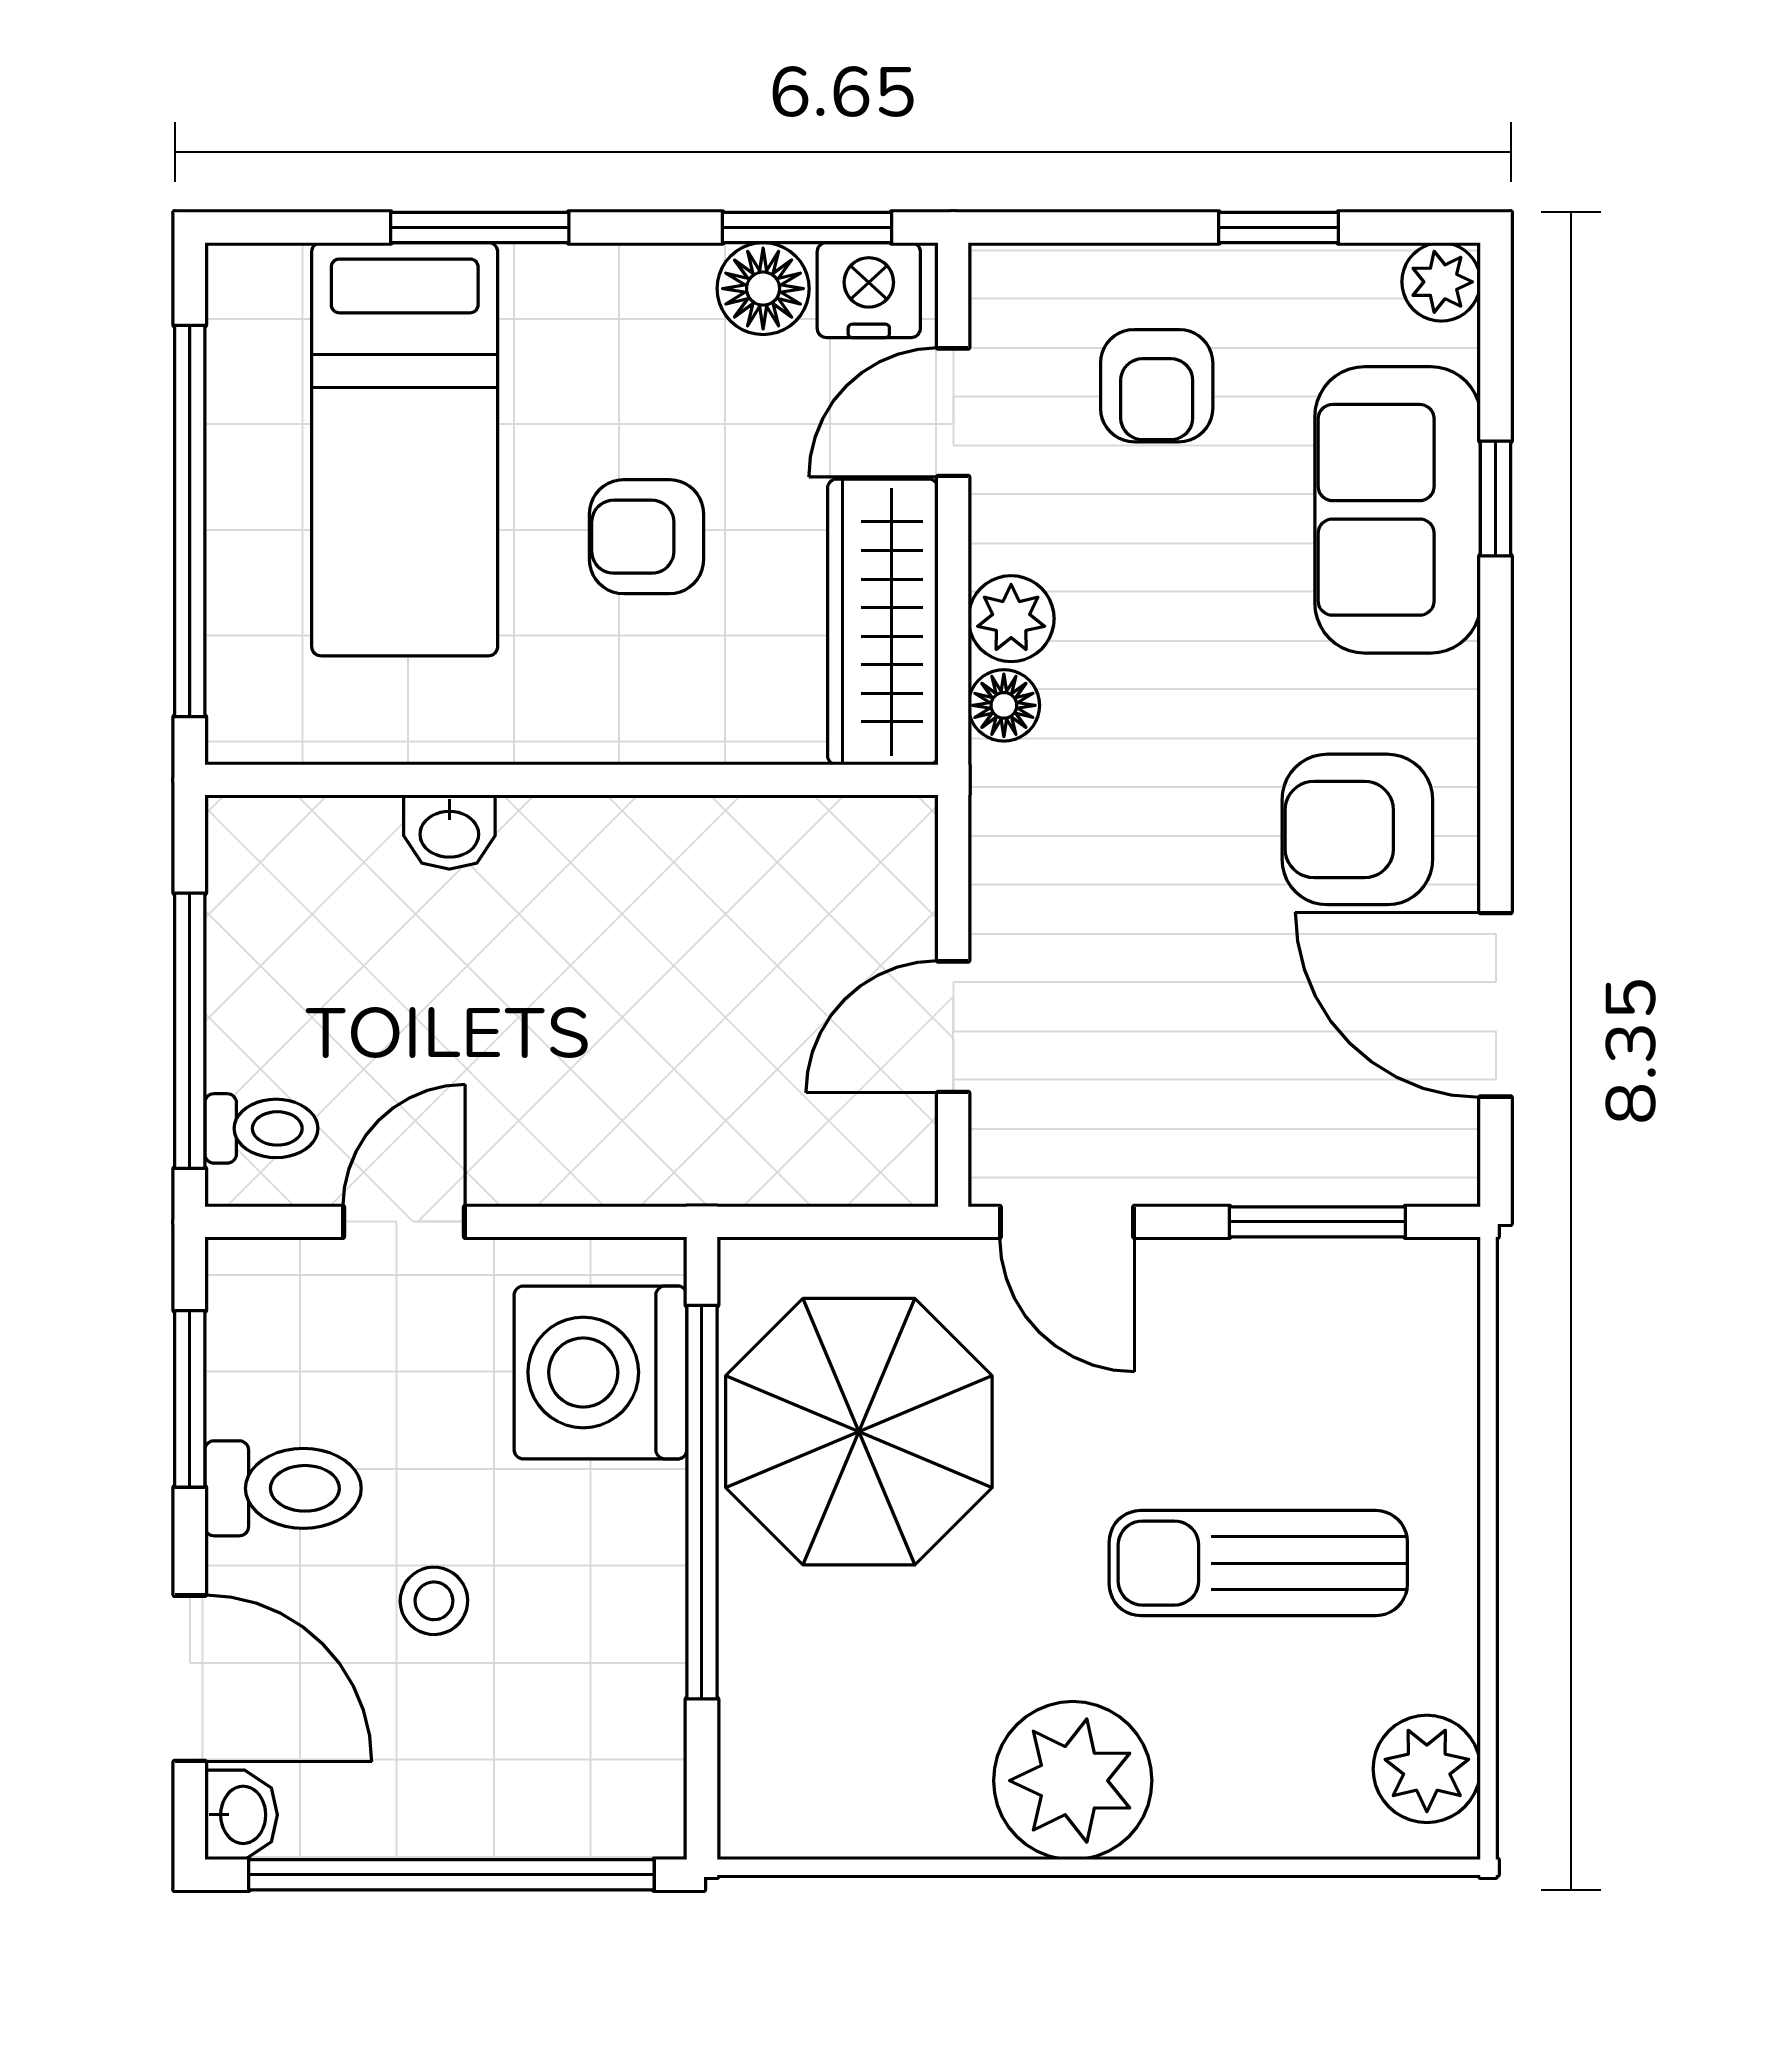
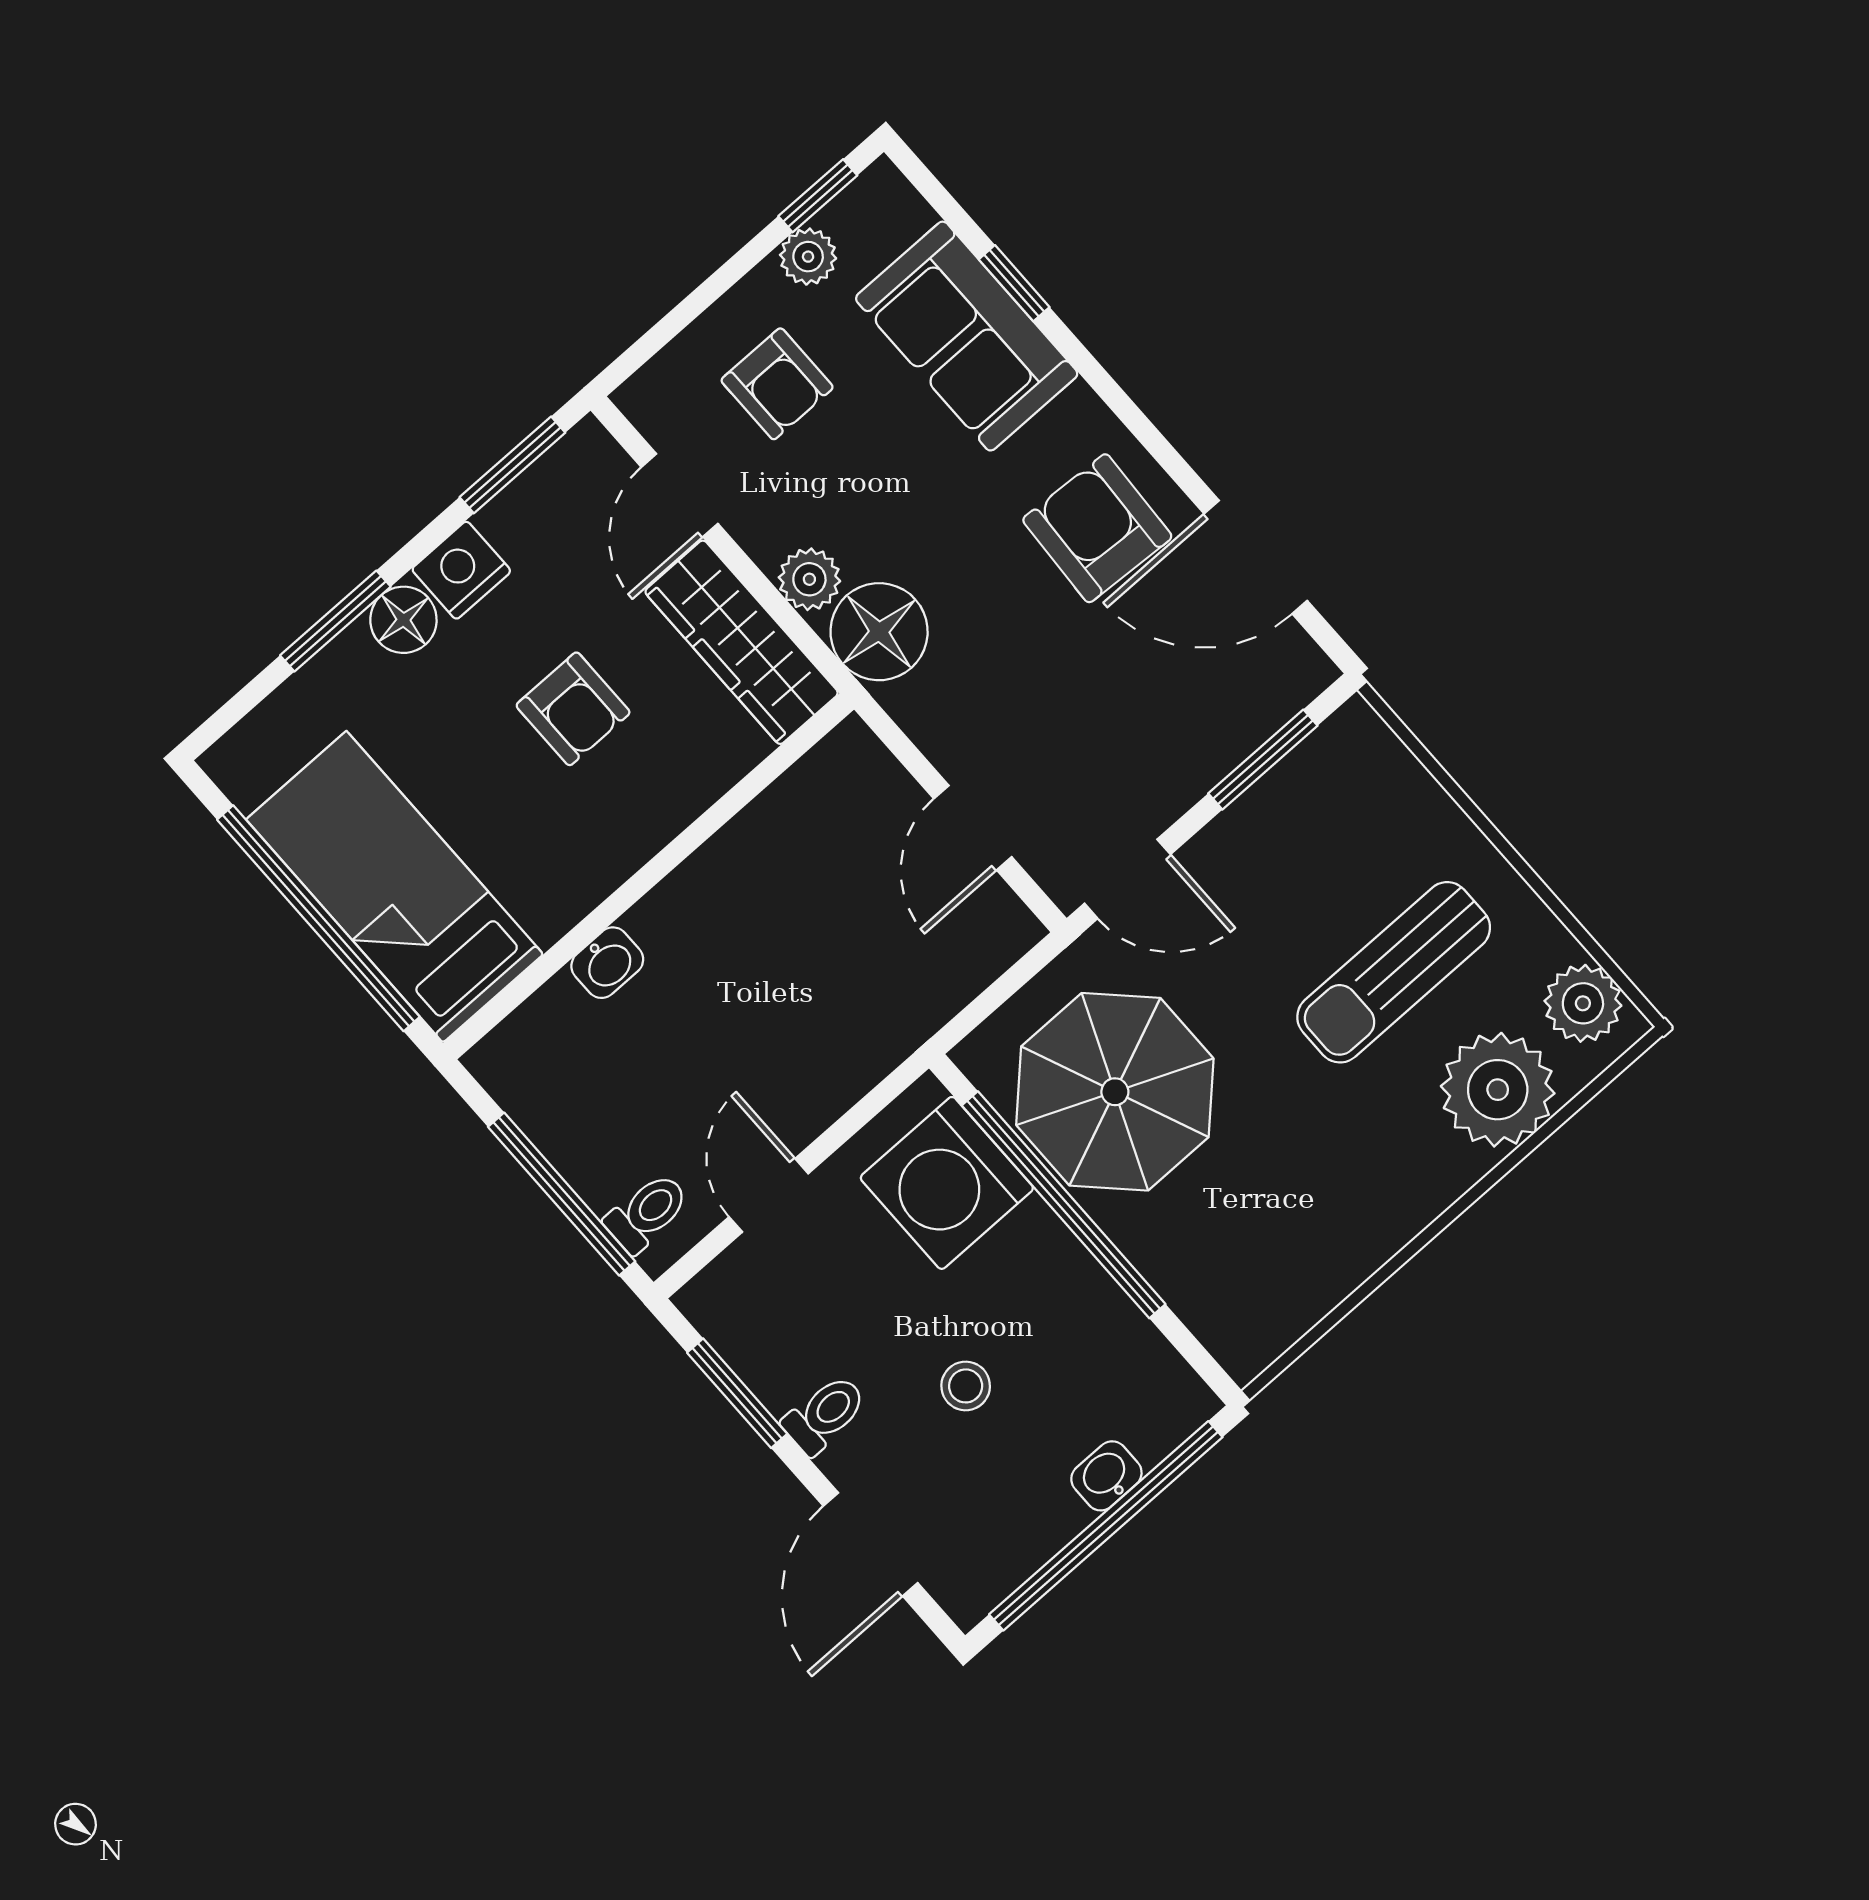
window: (1279, 227) -> (818, 196), moved
plant: (1441, 282) -> (808, 257), moved
floor lamp: (763, 289) -> (403, 620), moved
nightstand: (869, 290) -> (461, 570), moved
bed: (405, 449) -> (395, 887), moved, turned 180
armchair: (646, 537) -> (573, 709), turned -90
floor lamp: (1004, 705) -> (879, 632), width x1.89, depth x1.89
armchair: (1357, 829) -> (1097, 528), turned 93
toilet: (283, 1488) -> (825, 1414), width x0.73, depth x0.72
door: (190, 1678) -> (870, 1544), swing flipped
plant: (1073, 1781) -> (1498, 1090), moved
washbasin: (241, 1815) -> (1106, 1476), moved, turned -90

